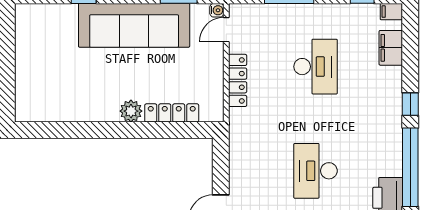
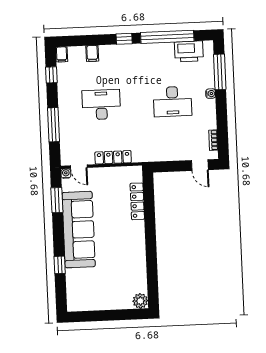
filing cabinet: (391, 48) -> (92, 53), width x0.50
plant: (131, 111) -> (140, 301), moved

